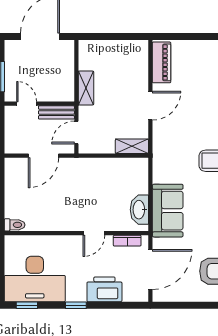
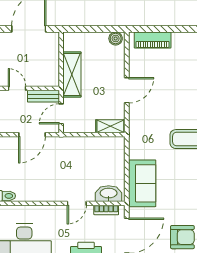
boiler: (138, 47) -> (116, 38), added
piano: (162, 62) -> (153, 40), moved, turned 90
shelving: (86, 88) -> (72, 74), width x1.50, depth x1.33
washbasin: (139, 210) -> (109, 194), moved, turned 90

